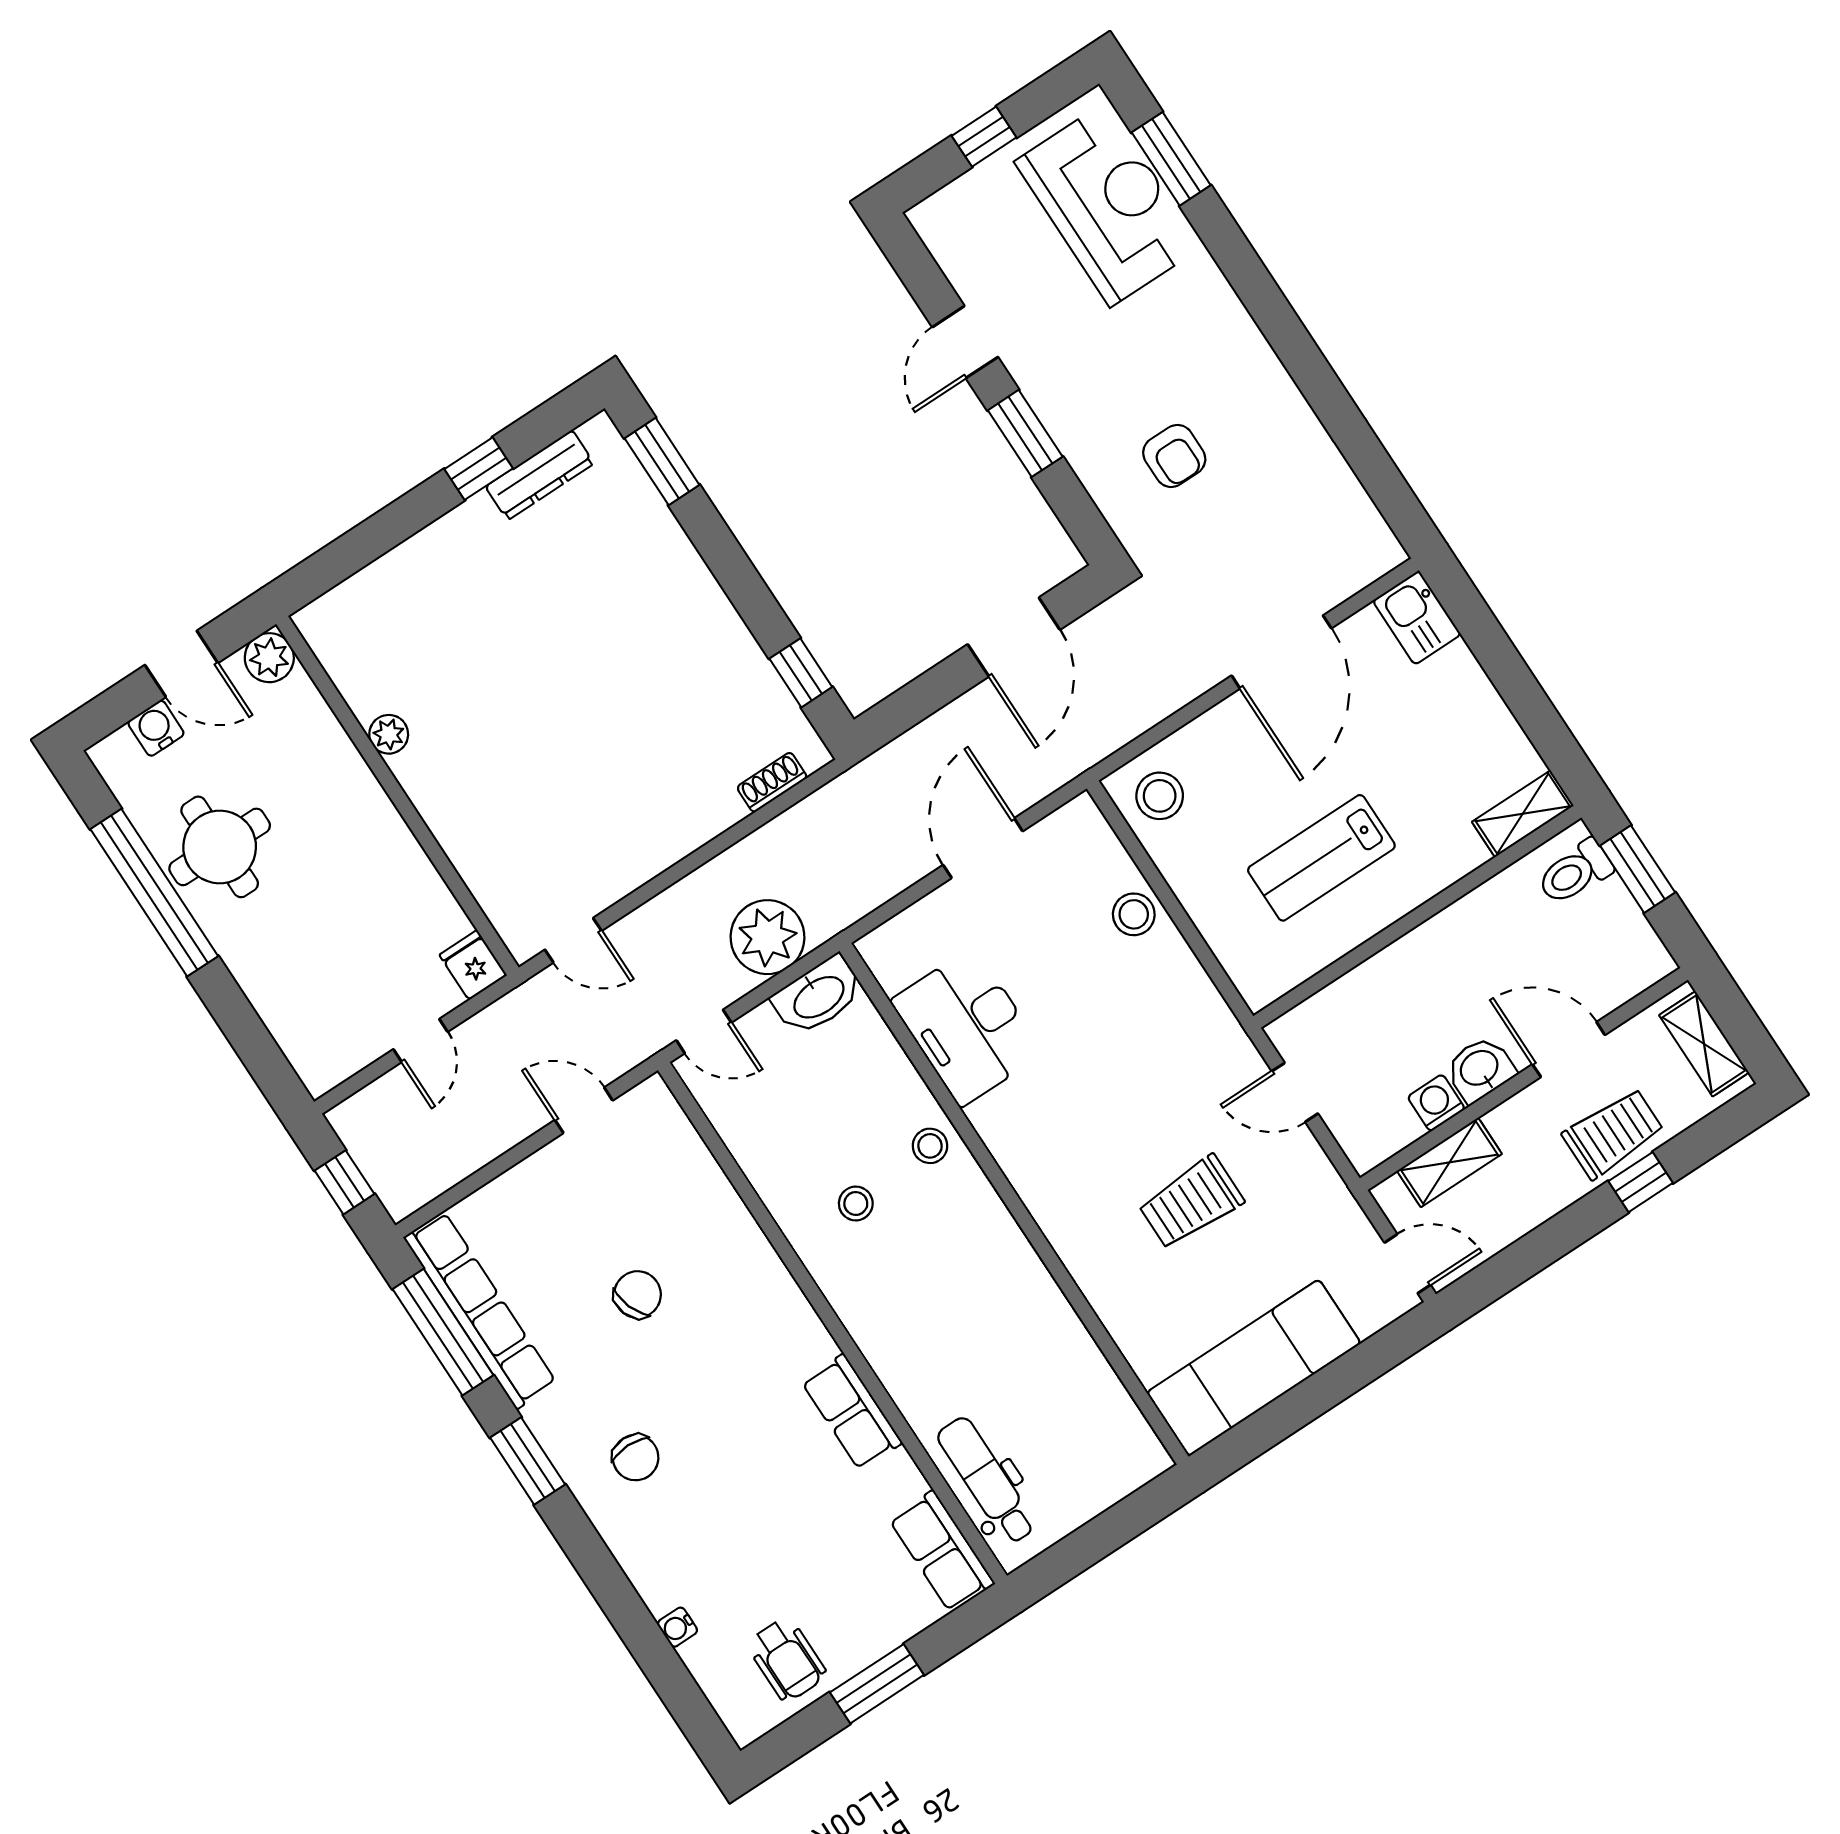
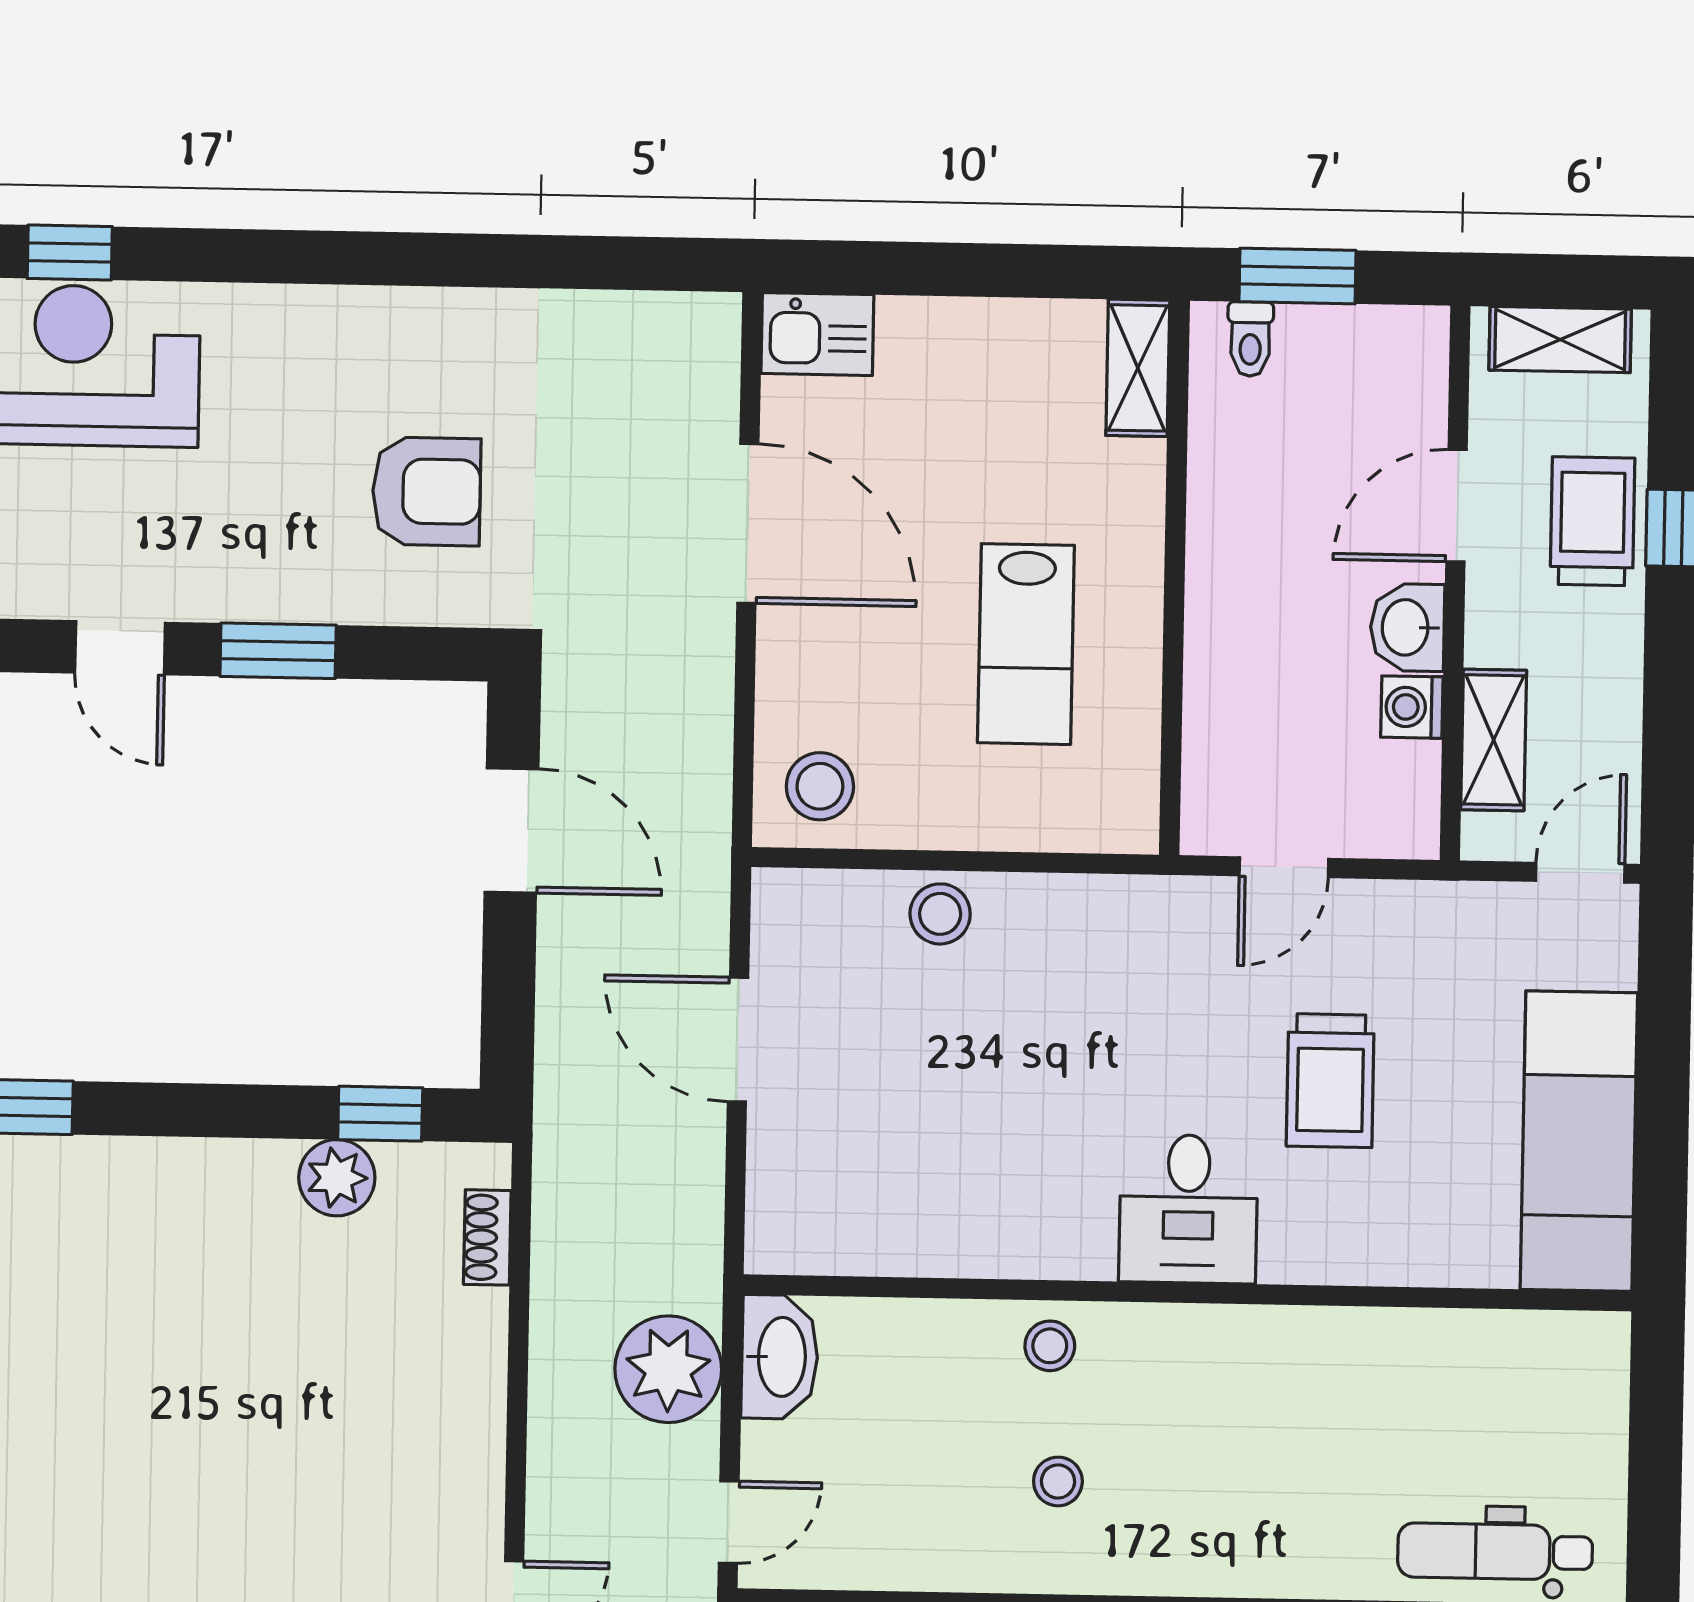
window: (1171, 159) -> (70, 252), width x0.67
armchair: (1174, 456) -> (427, 491), width x1.38, depth x1.38
plant: (747, 673) -> (337, 1178), added
toilet: (1575, 872) -> (1250, 339), width x0.73, depth x0.72
desk: (967, 1027) -> (1188, 1209), moved, width x0.73

